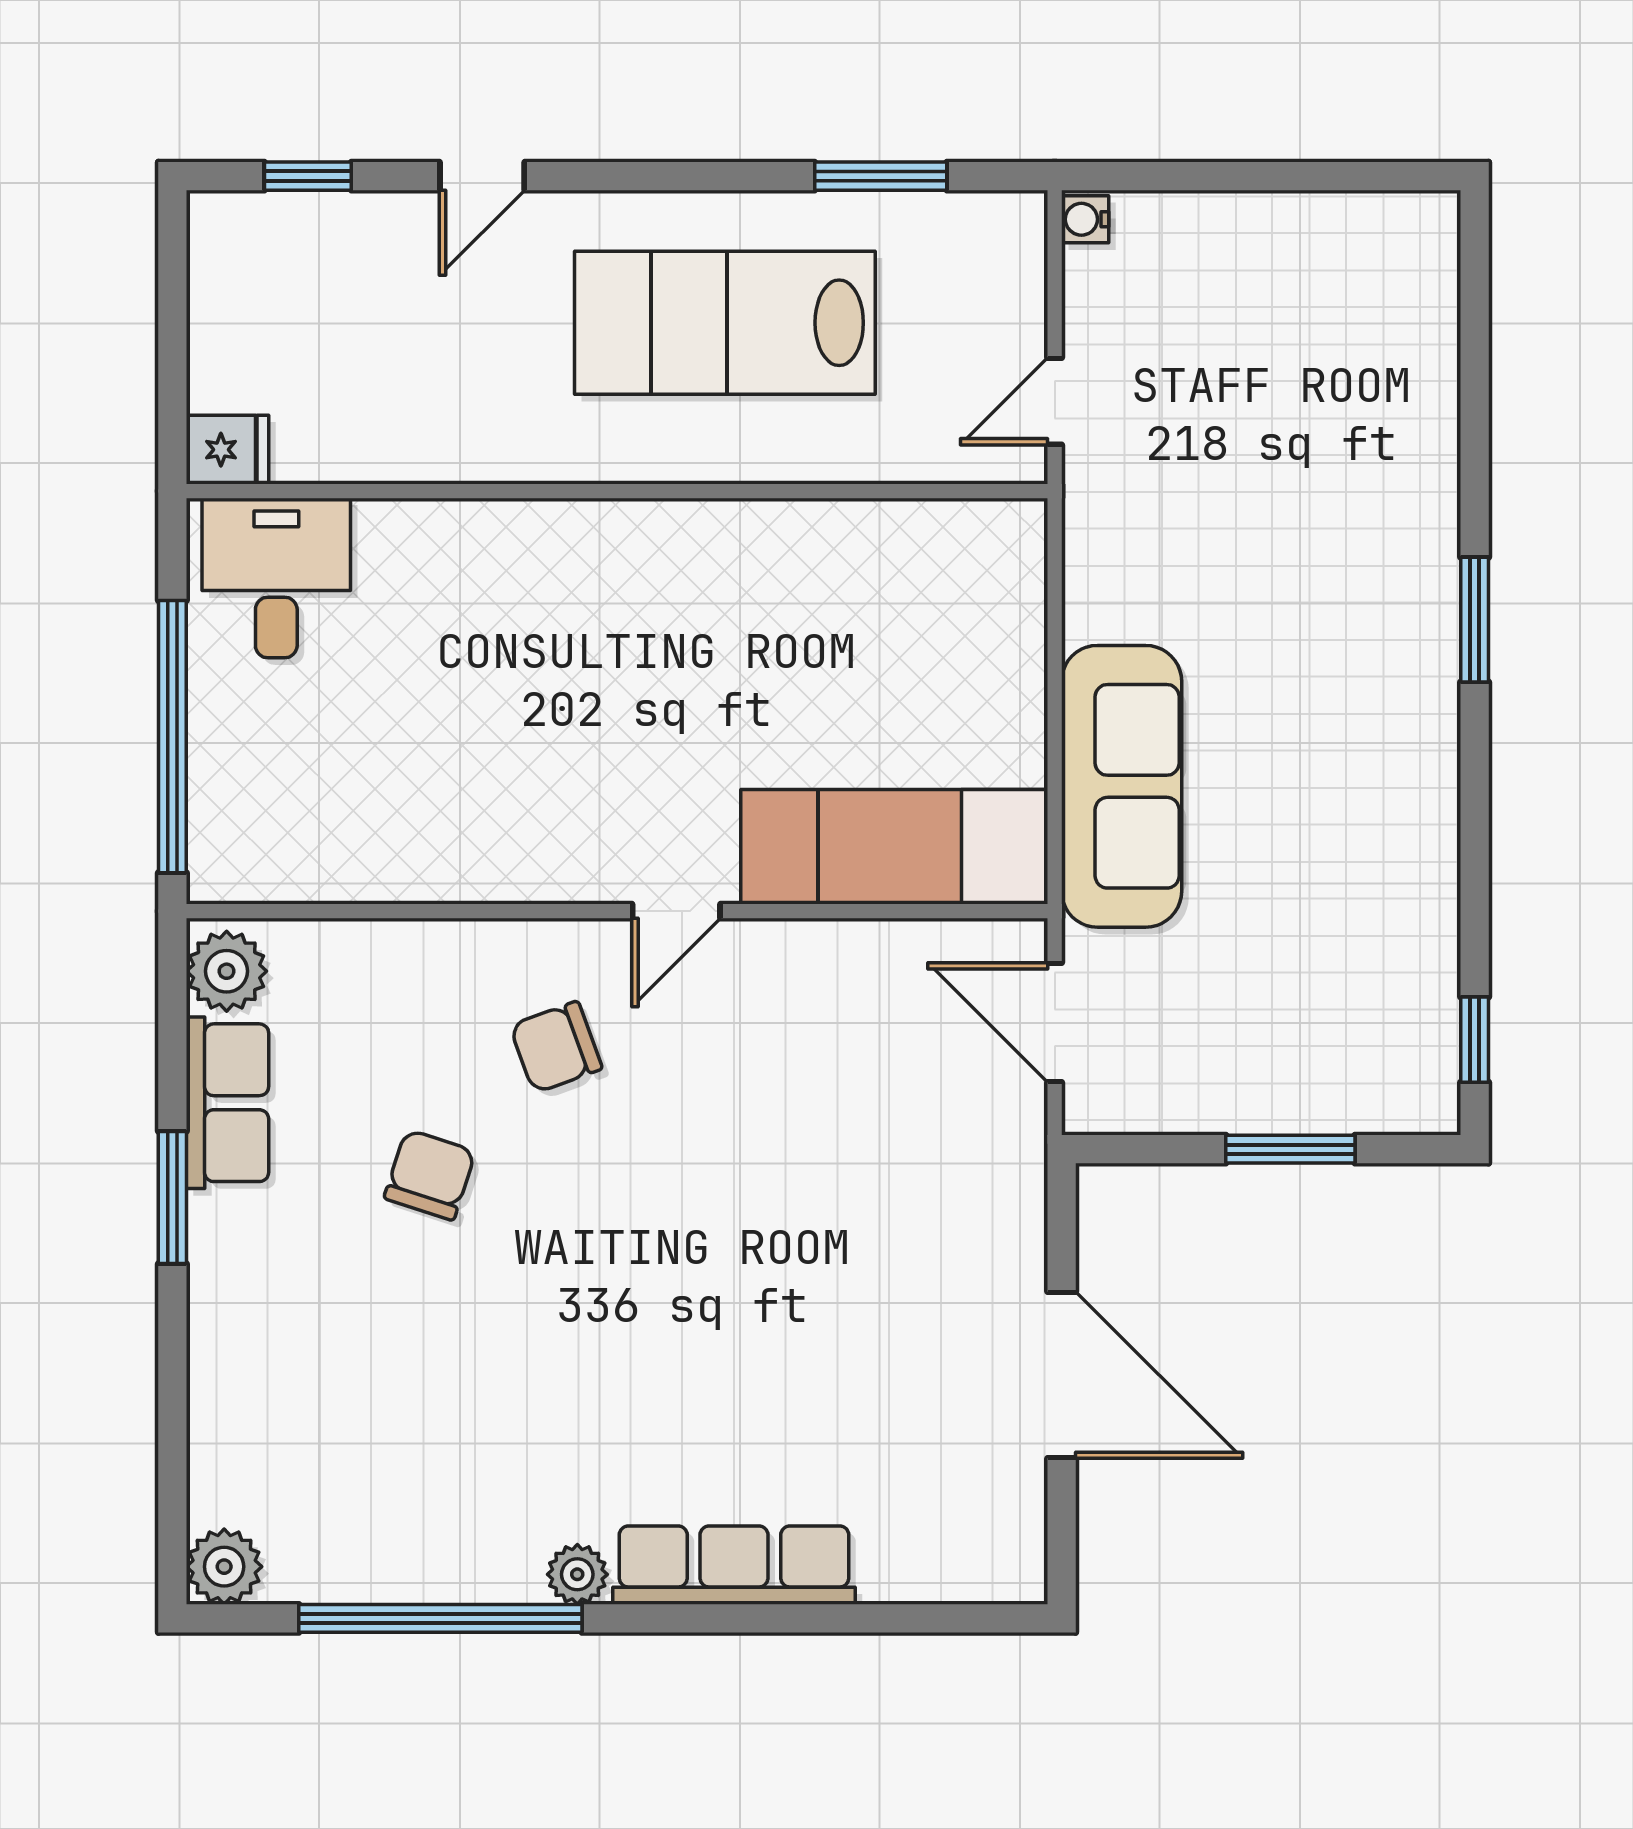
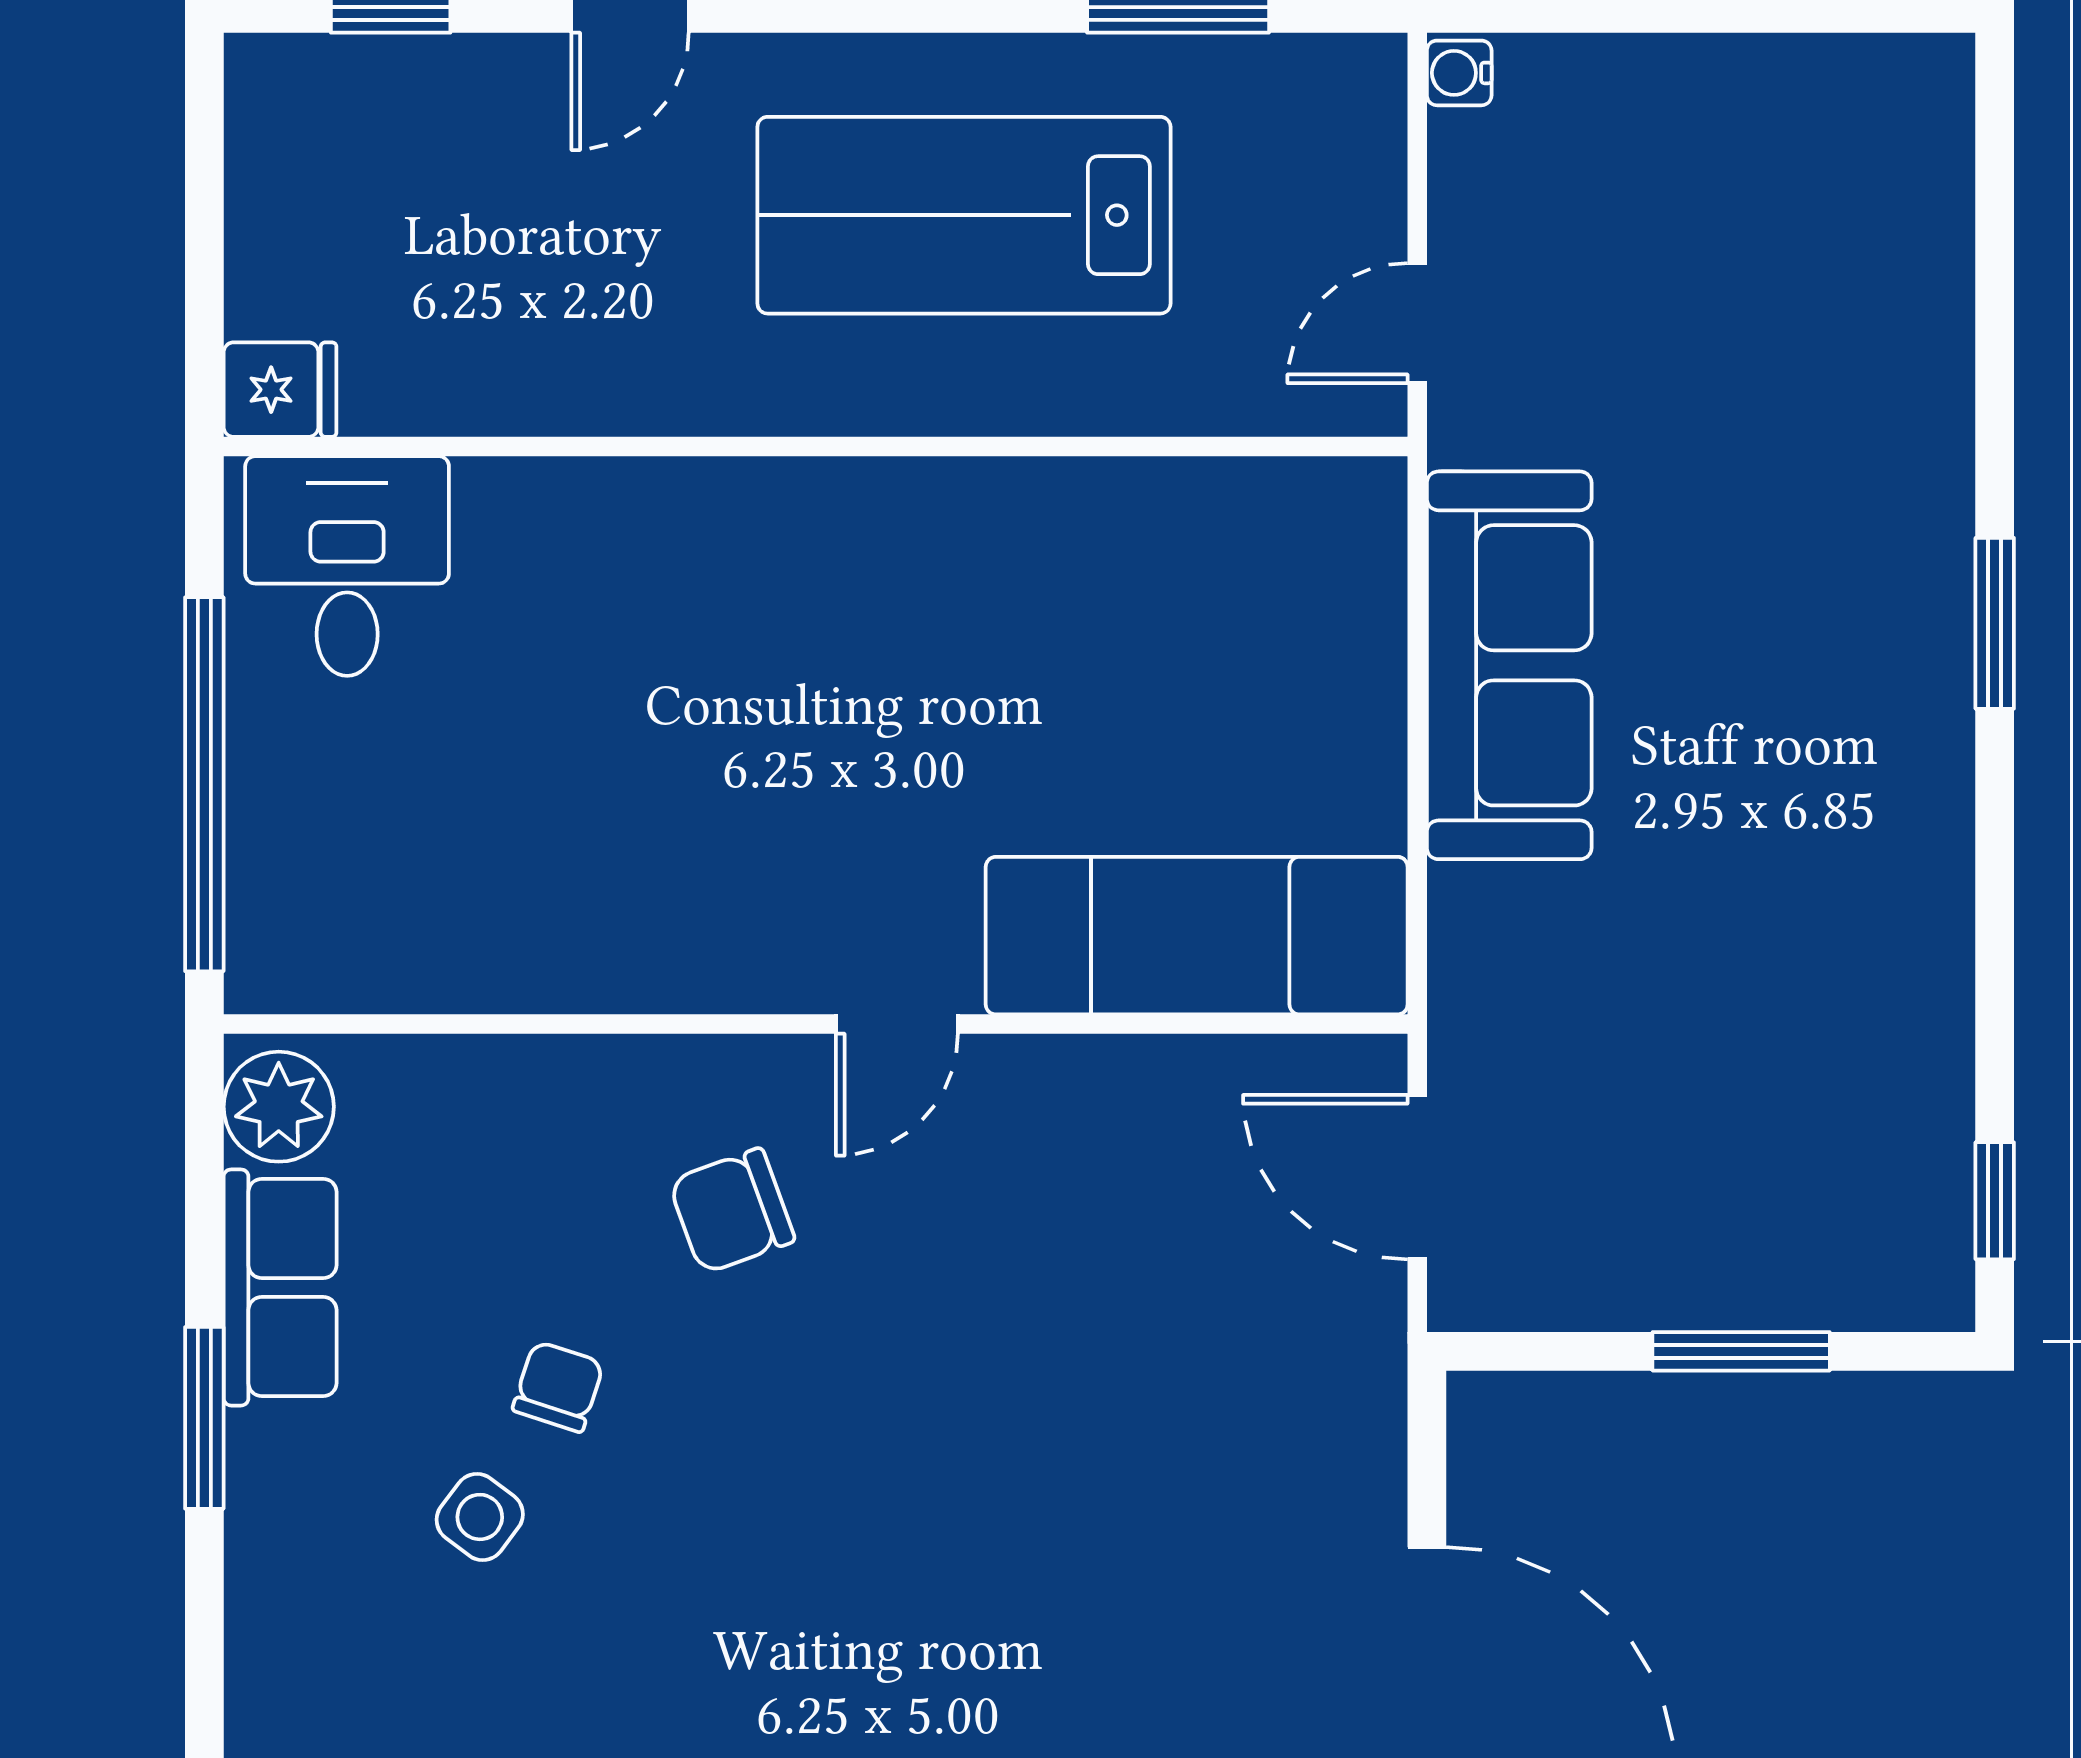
sofa: (1122, 786) -> (1509, 665), moved
chair: (430, 1175) -> (558, 1387), width x0.73, depth x0.73
side table: (373, 1270) -> (480, 1517), added

